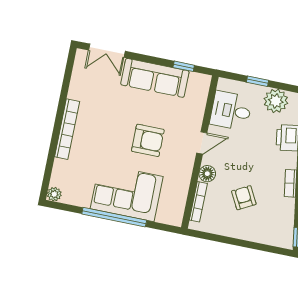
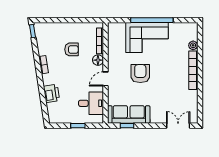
sofa: (155, 78) -> (129, 114), moved
plant: (276, 101) -> (64, 115), removed
armchair: (148, 140) -> (140, 74), turned 90
plant: (54, 194) -> (193, 45), moved
armchair: (244, 198) -> (72, 49), turned -62

